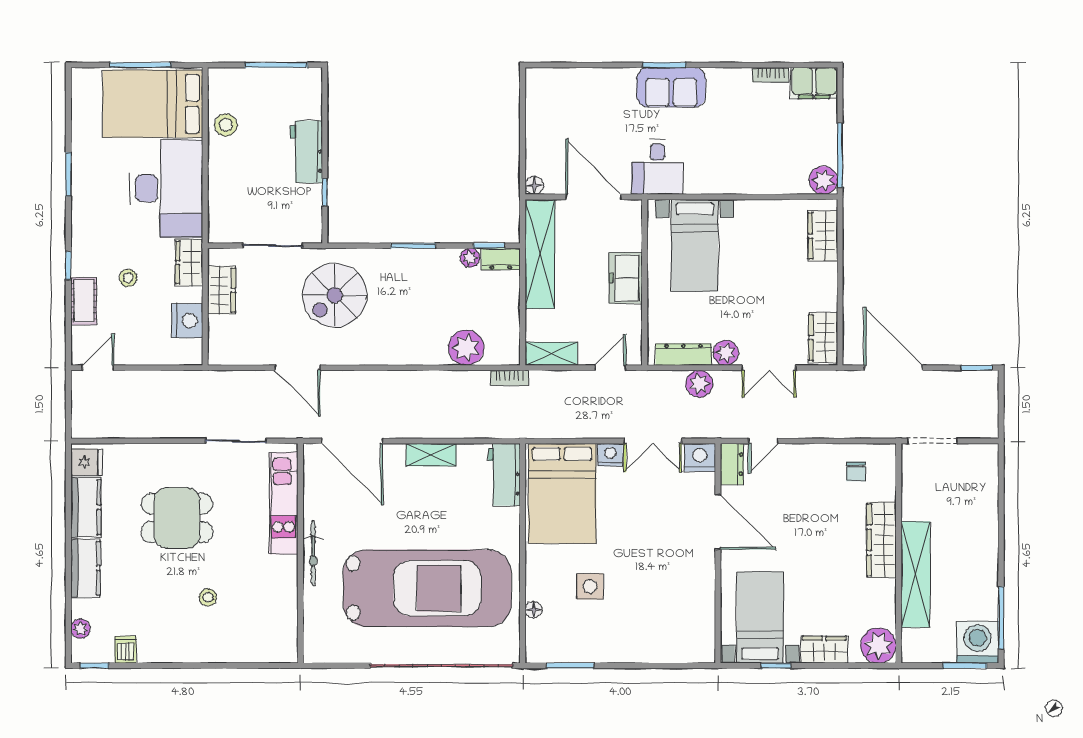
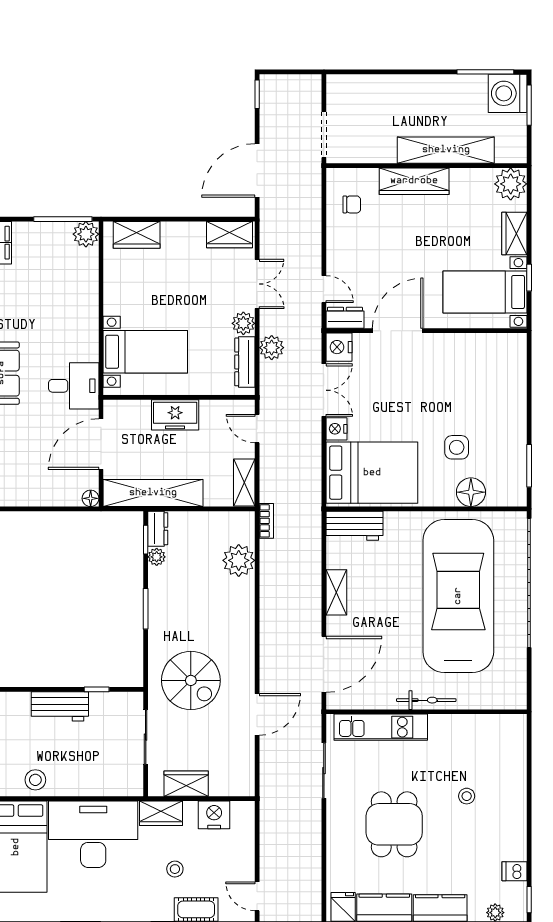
floor lamp: (533, 610) -> (471, 492), width x1.89, depth x1.89

